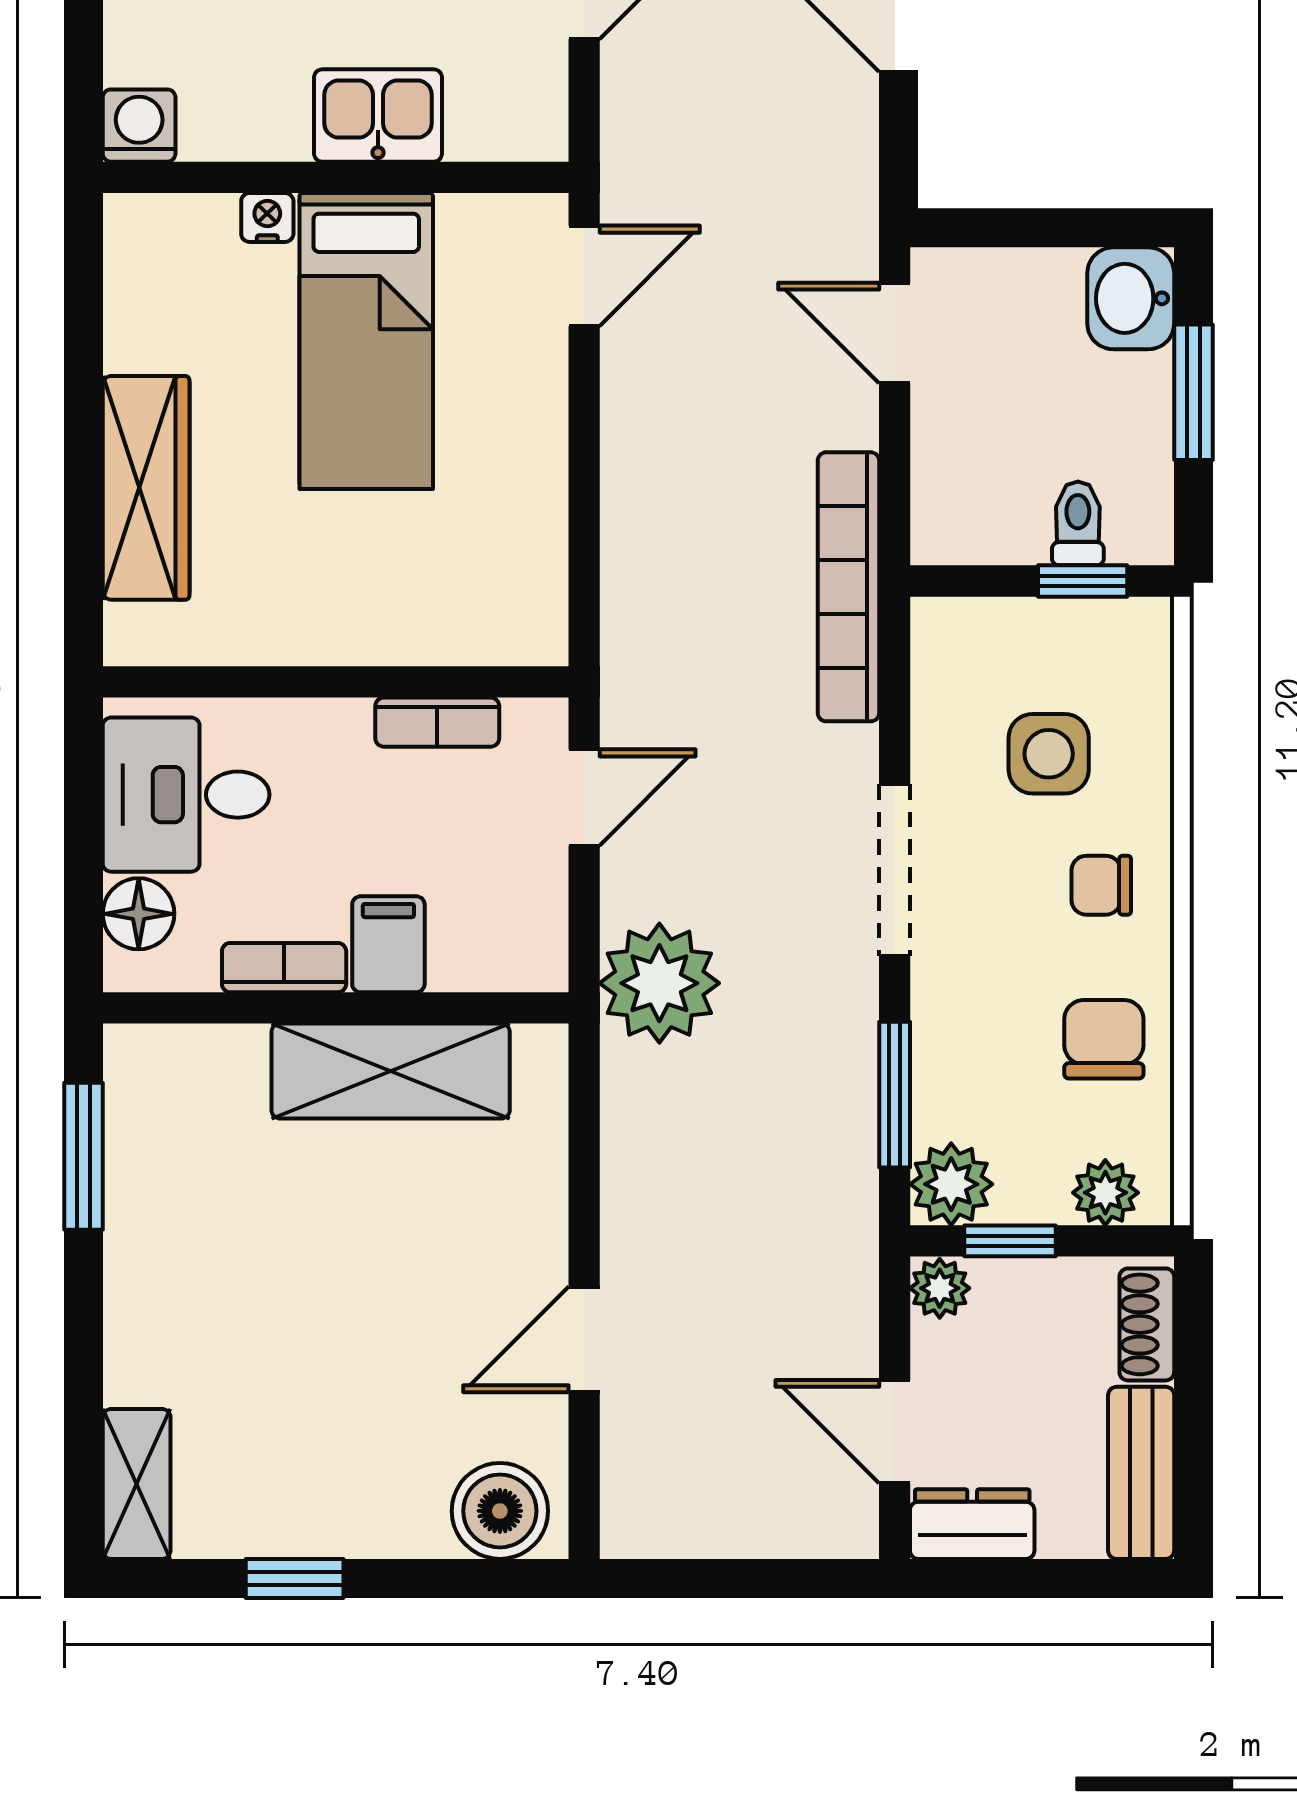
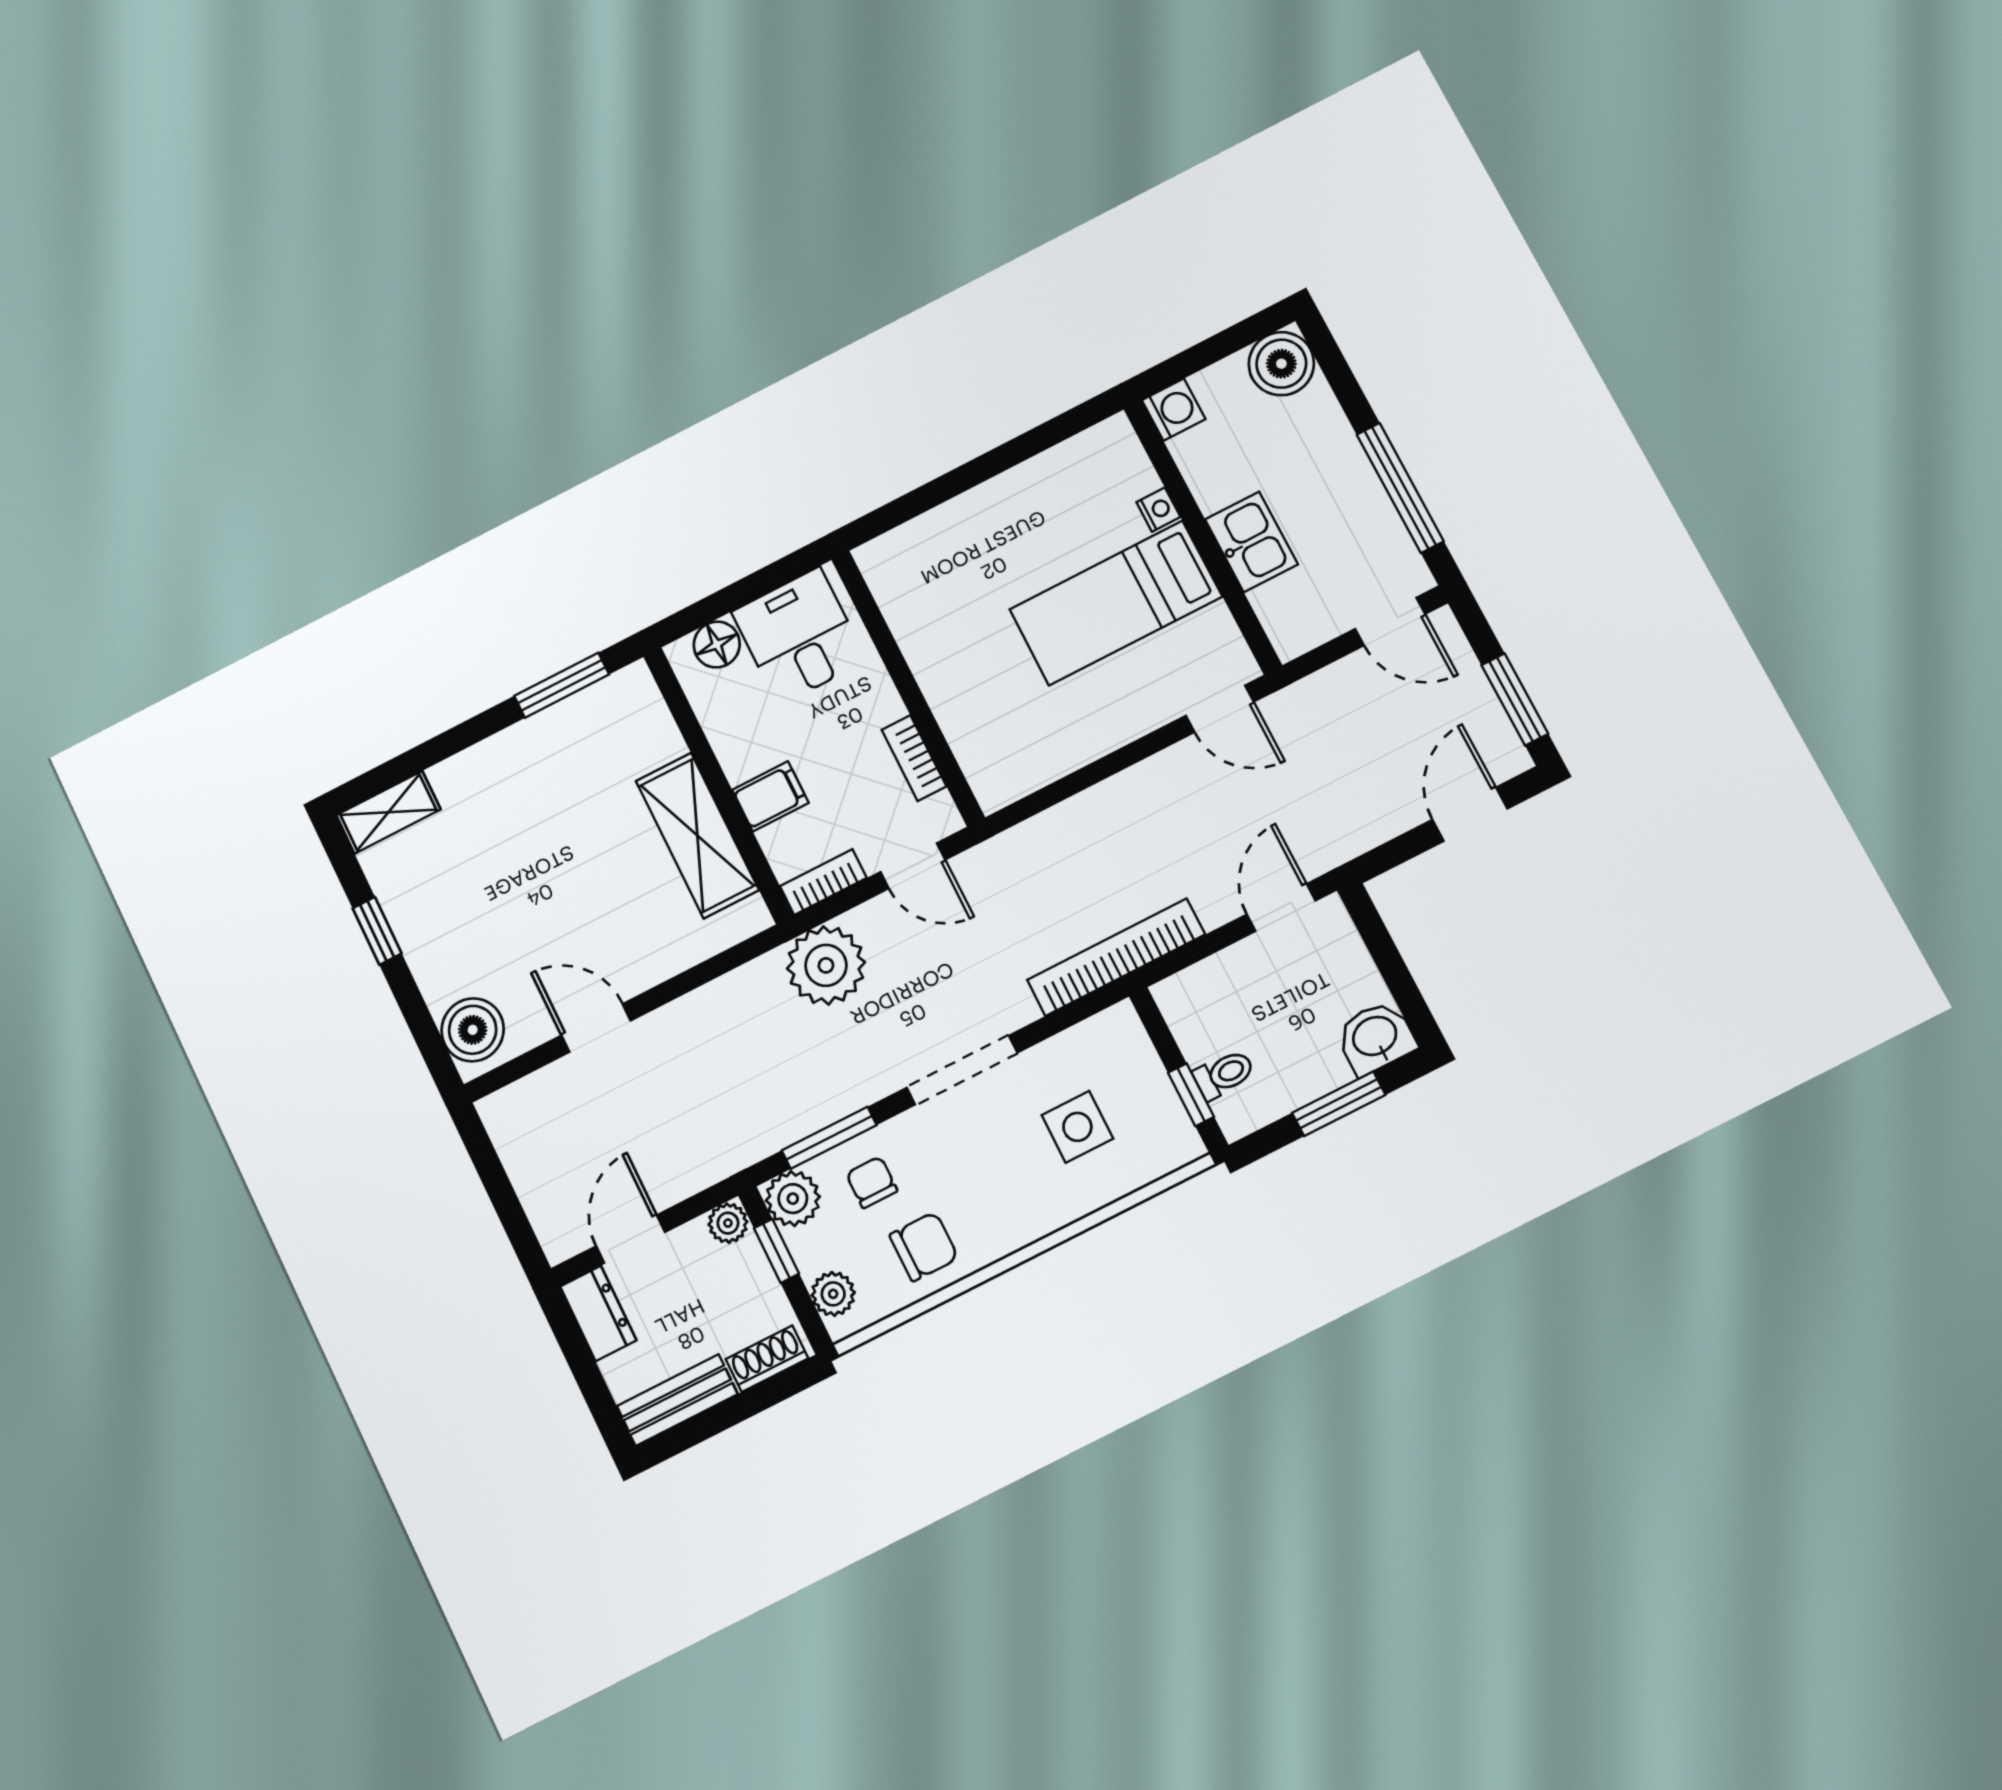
wardrobe: (146, 488) -> (965, 522), removed
chair: (1101, 885) -> (872, 1182), moved
bookcase: (284, 968) -> (823, 882), moved, turned -90

